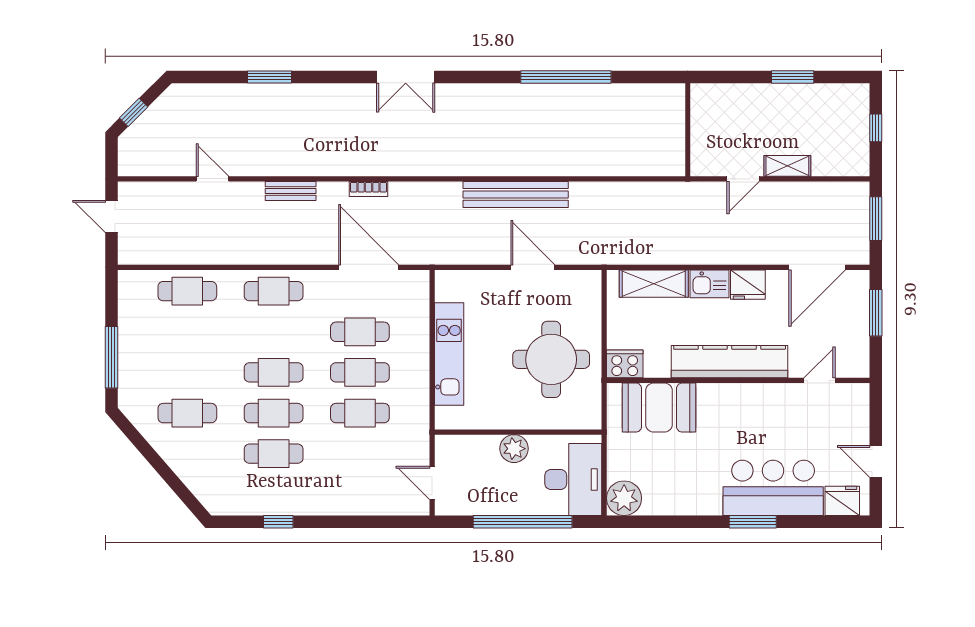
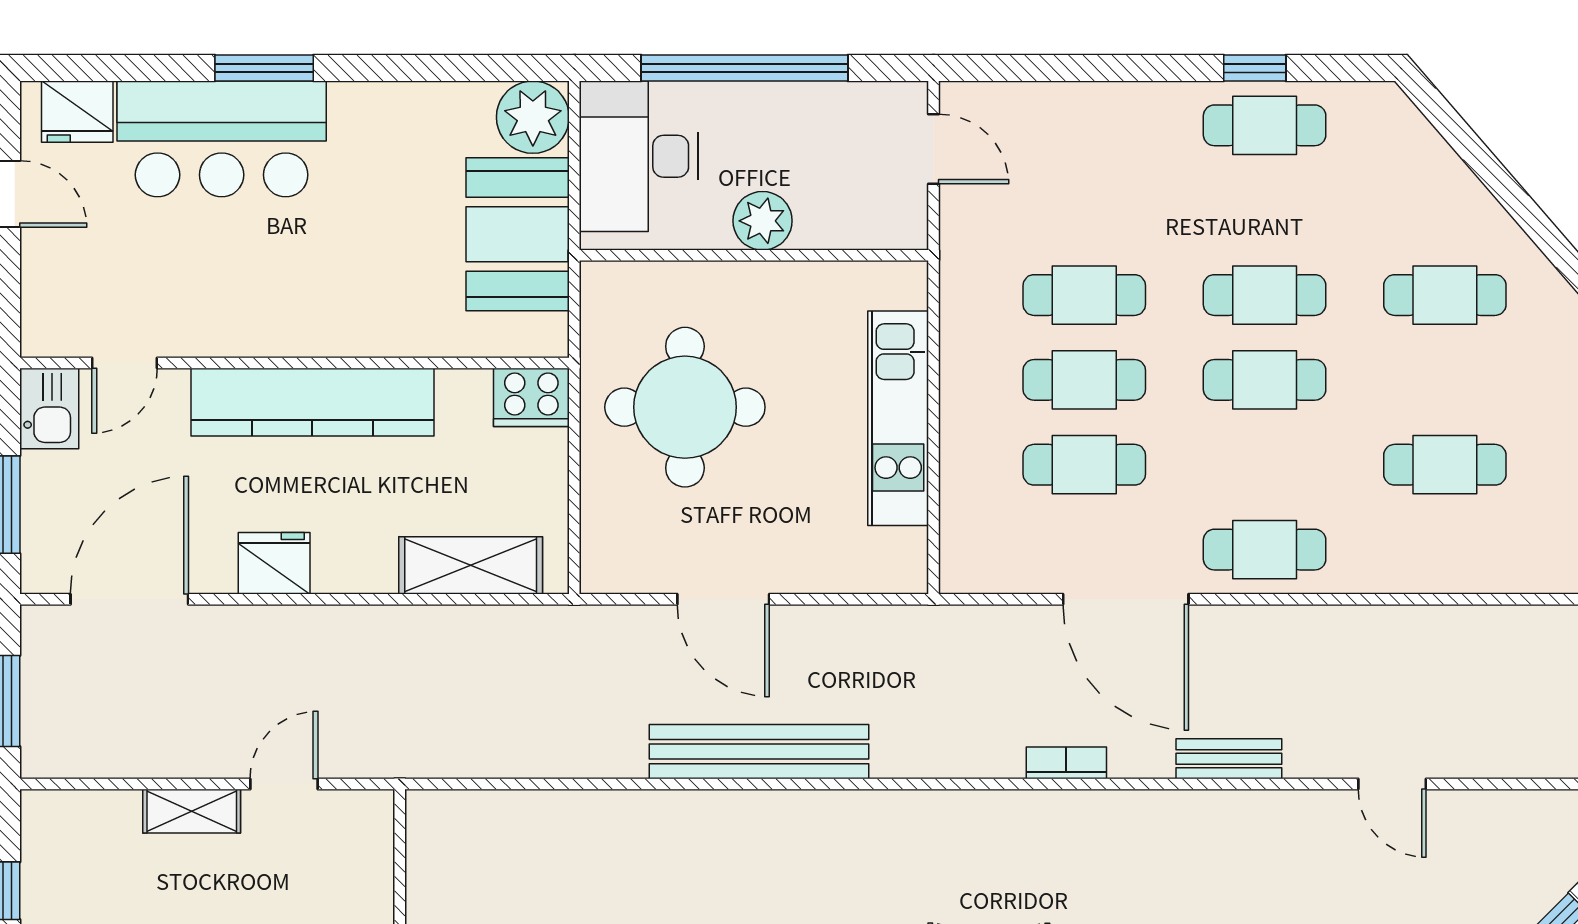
door: (369, 267) -> (1126, 599), moved
kitchen sink: (709, 284) -> (49, 409), moved, turned 90
cafe table: (187, 291) -> (1445, 465), moved
booth: (659, 408) -> (518, 234), moved, turned 90
cafe table: (274, 454) -> (1265, 125), moved

